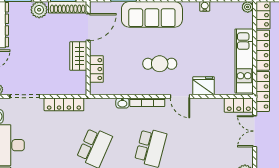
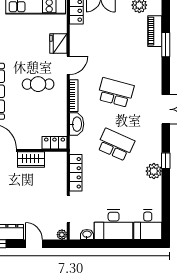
cafe table: (160, 64) -> (38, 84), turned 90
locker: (96, 69) -> (55, 143), moved
washbasin: (122, 103) -> (77, 124), width x1.91, depth x1.45

